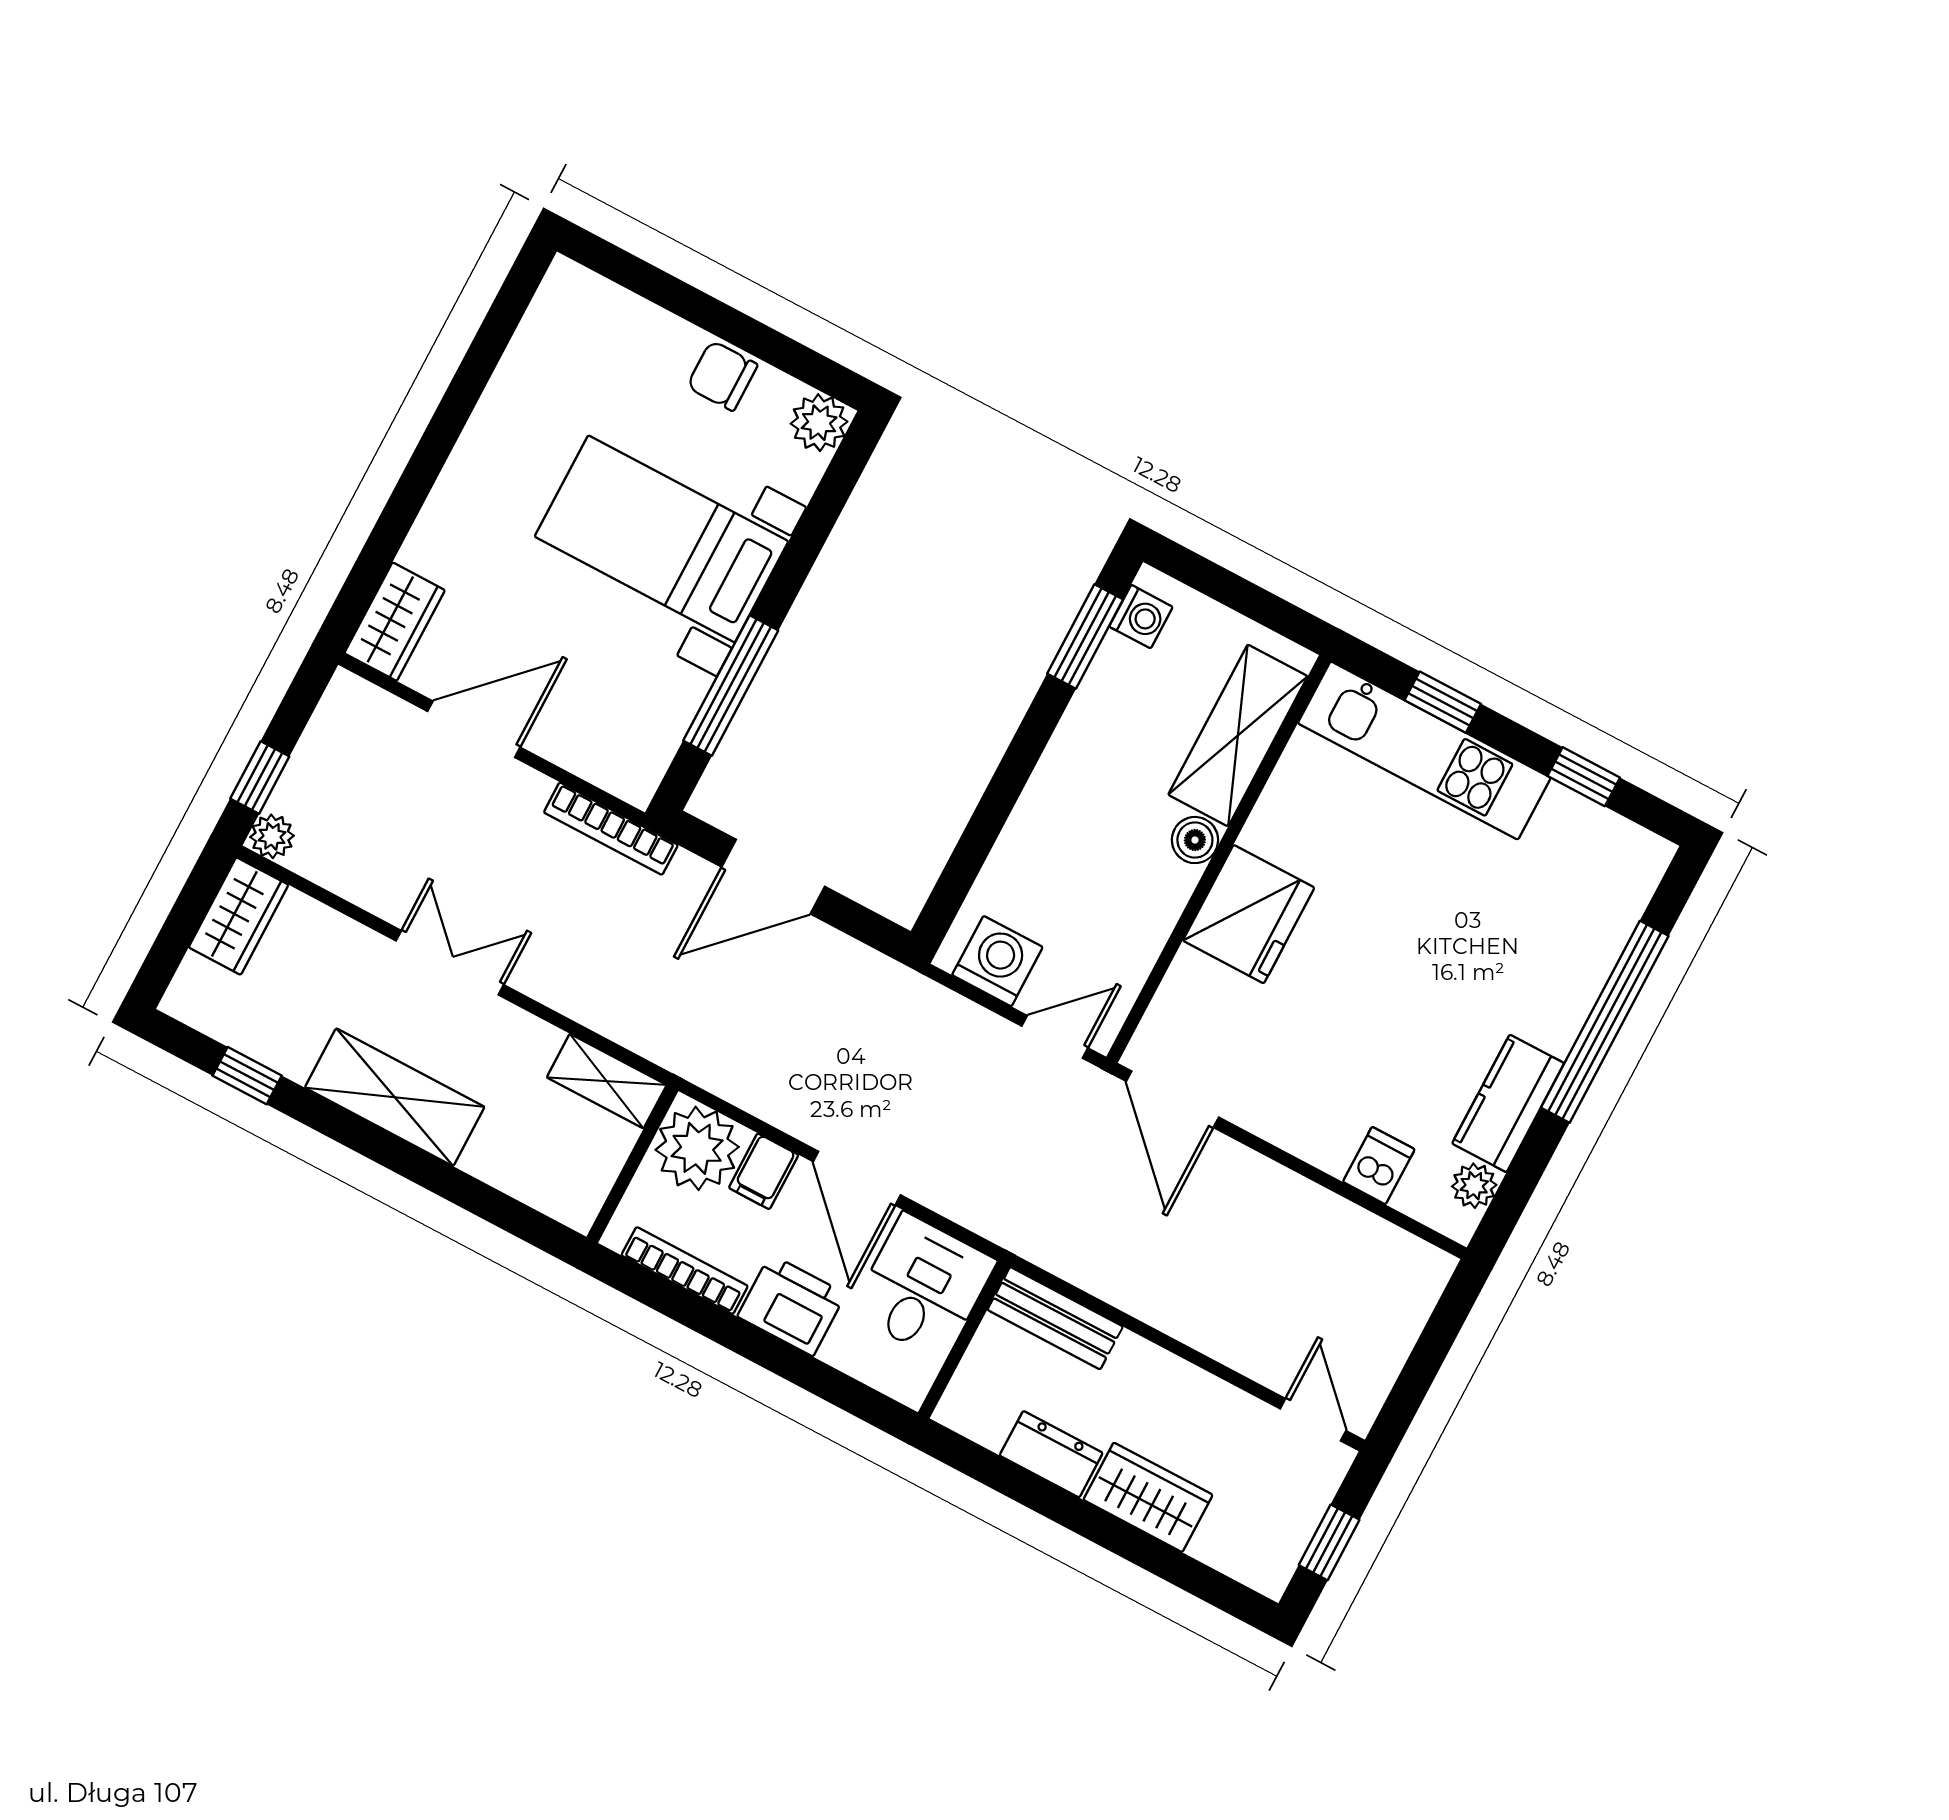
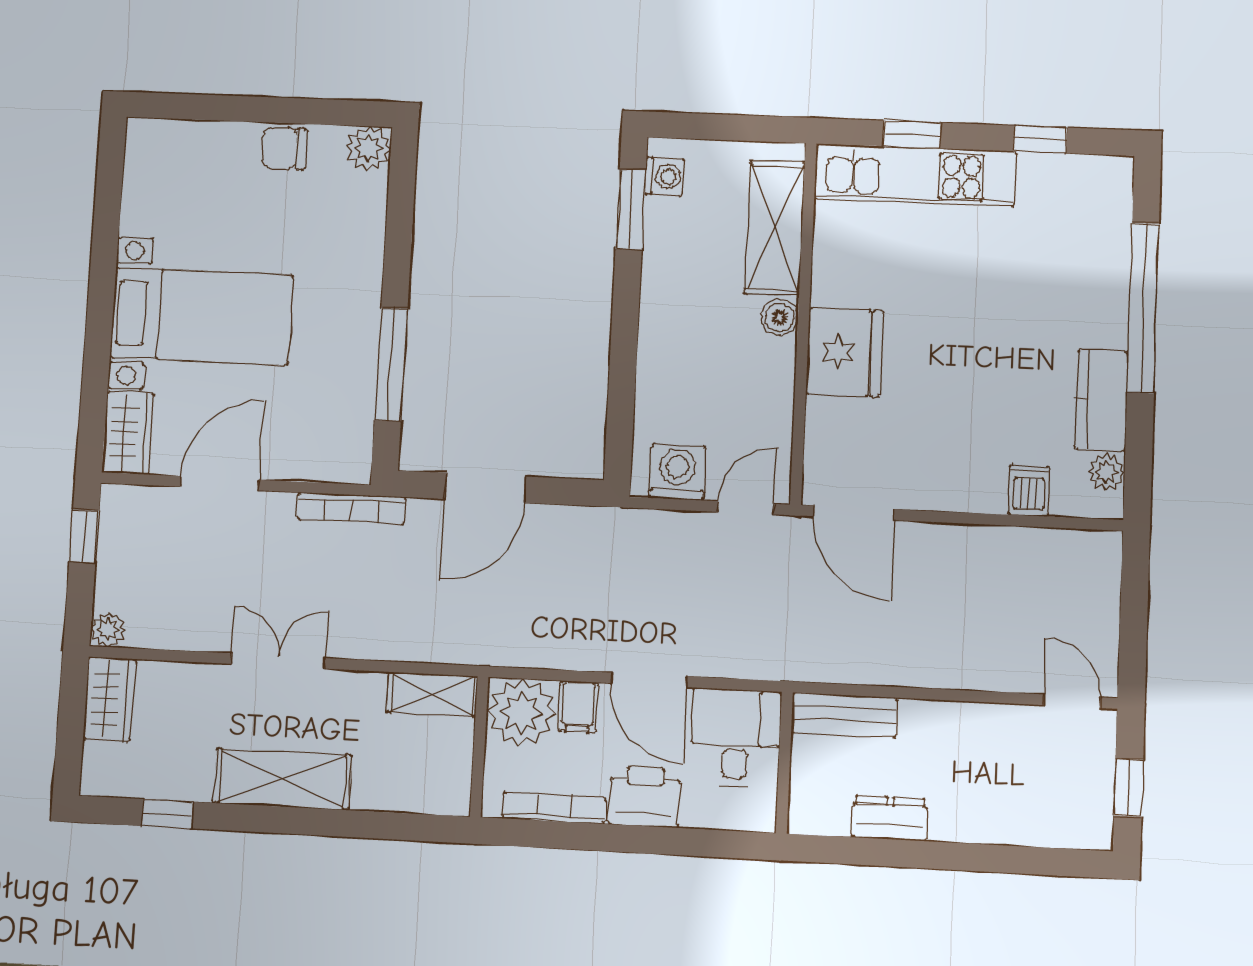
bed with nightstands: (661, 539) -> (202, 316), moved, turned 180
window: (260, 778) -> (84, 536), moved
wardrobe: (1148, 1497) -> (977, 817), removed

